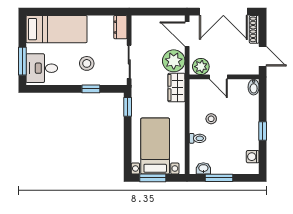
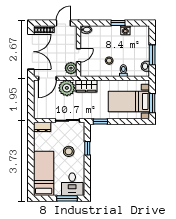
washing machine: (253, 157) -> (125, 30), moved

